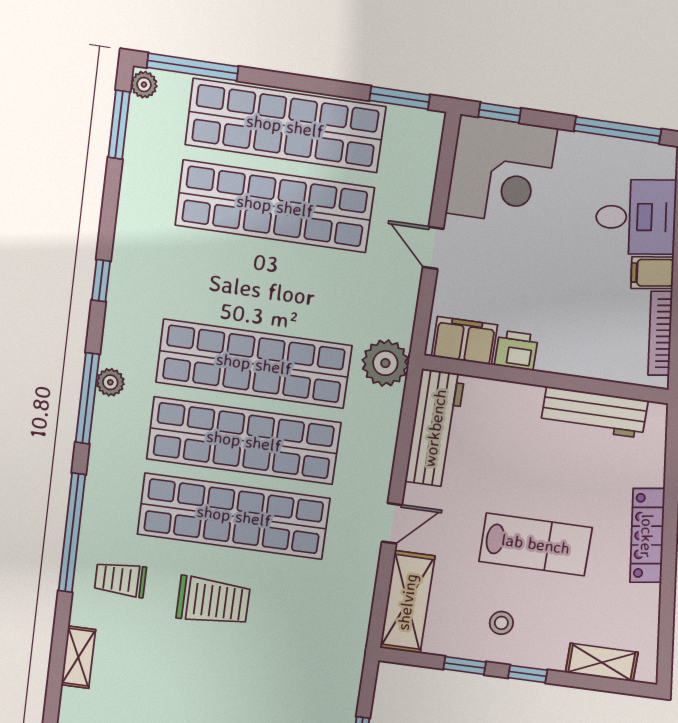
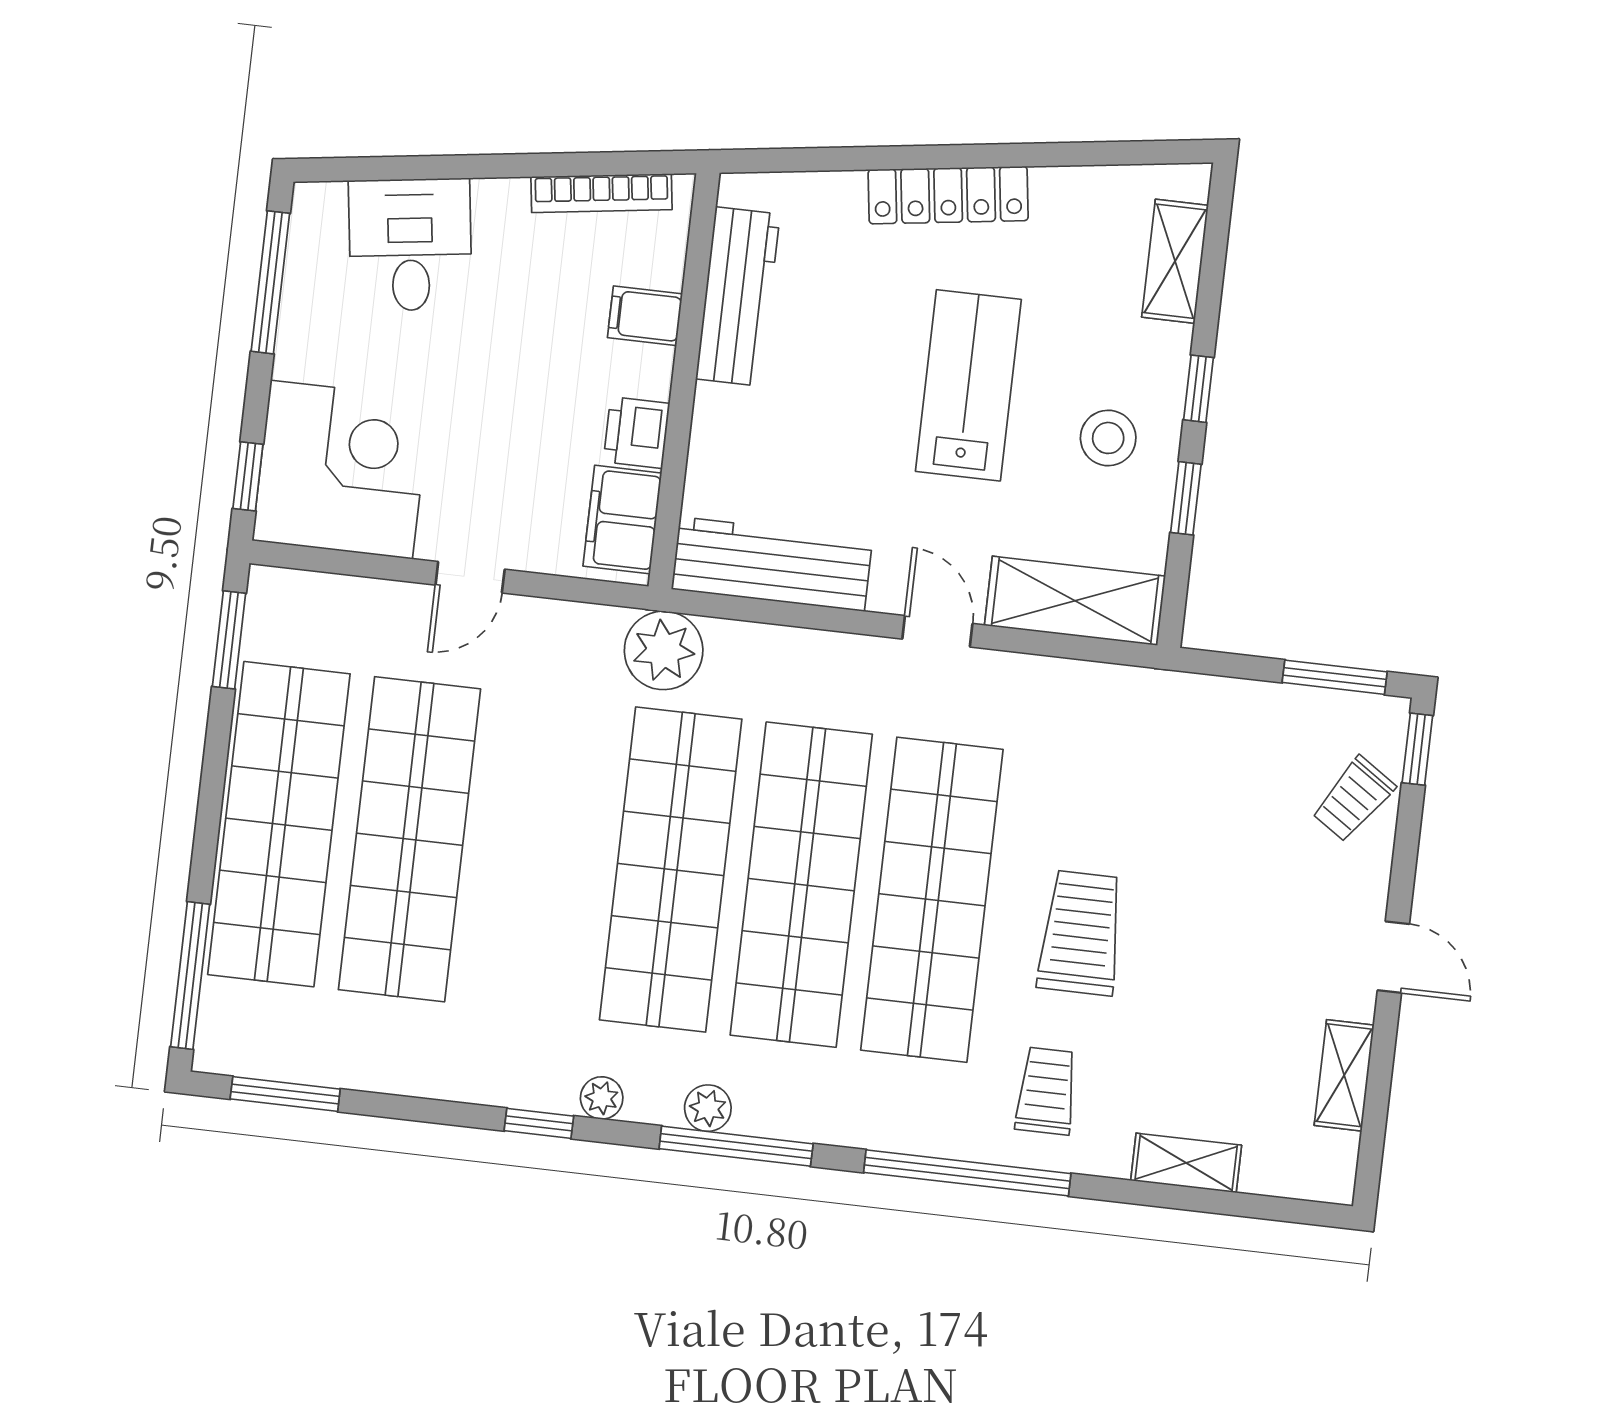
plant: (144, 85) -> (602, 1098), moved
filing cabinet: (652, 273) -> (645, 316), moved, turned 98
trolley: (120, 579) -> (1046, 1091), turned 180
stool: (501, 623) -> (1108, 438), width x1.37, depth x1.37

